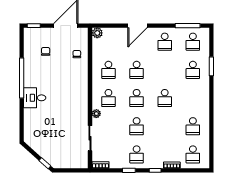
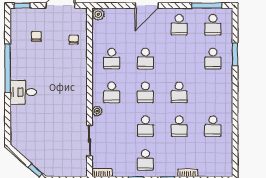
school desk: (193, 154) -> (179, 126), moved

